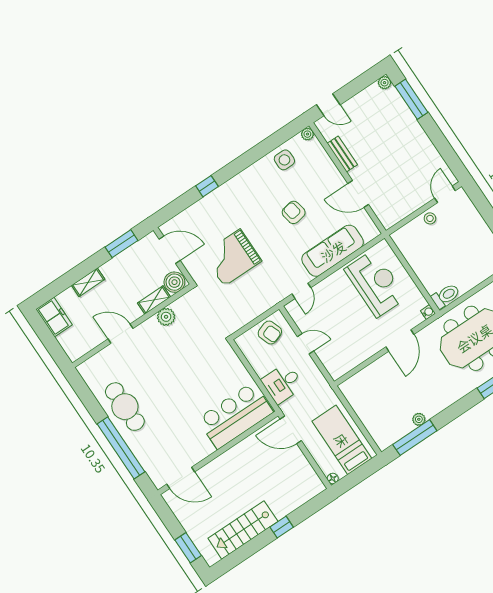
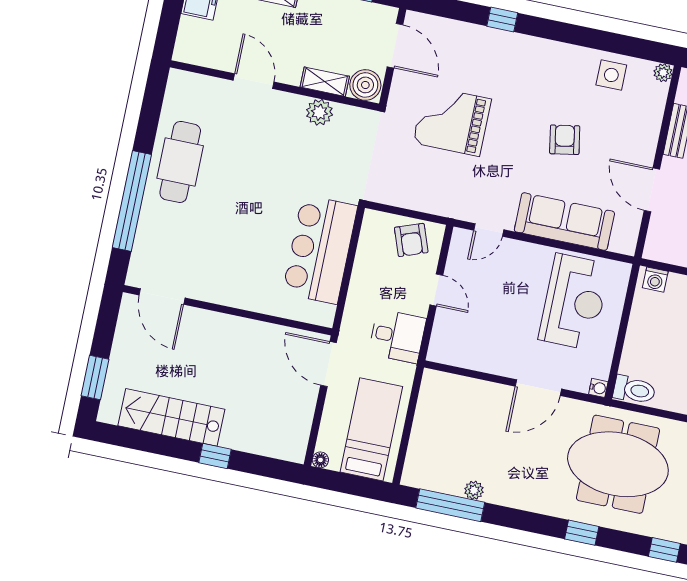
washing machine: (403, 234) -> (655, 280), added
desk: (283, 383) -> (397, 336), moved, turned 180
bar counter: (235, 416) -> (320, 249), moved, turned -90

